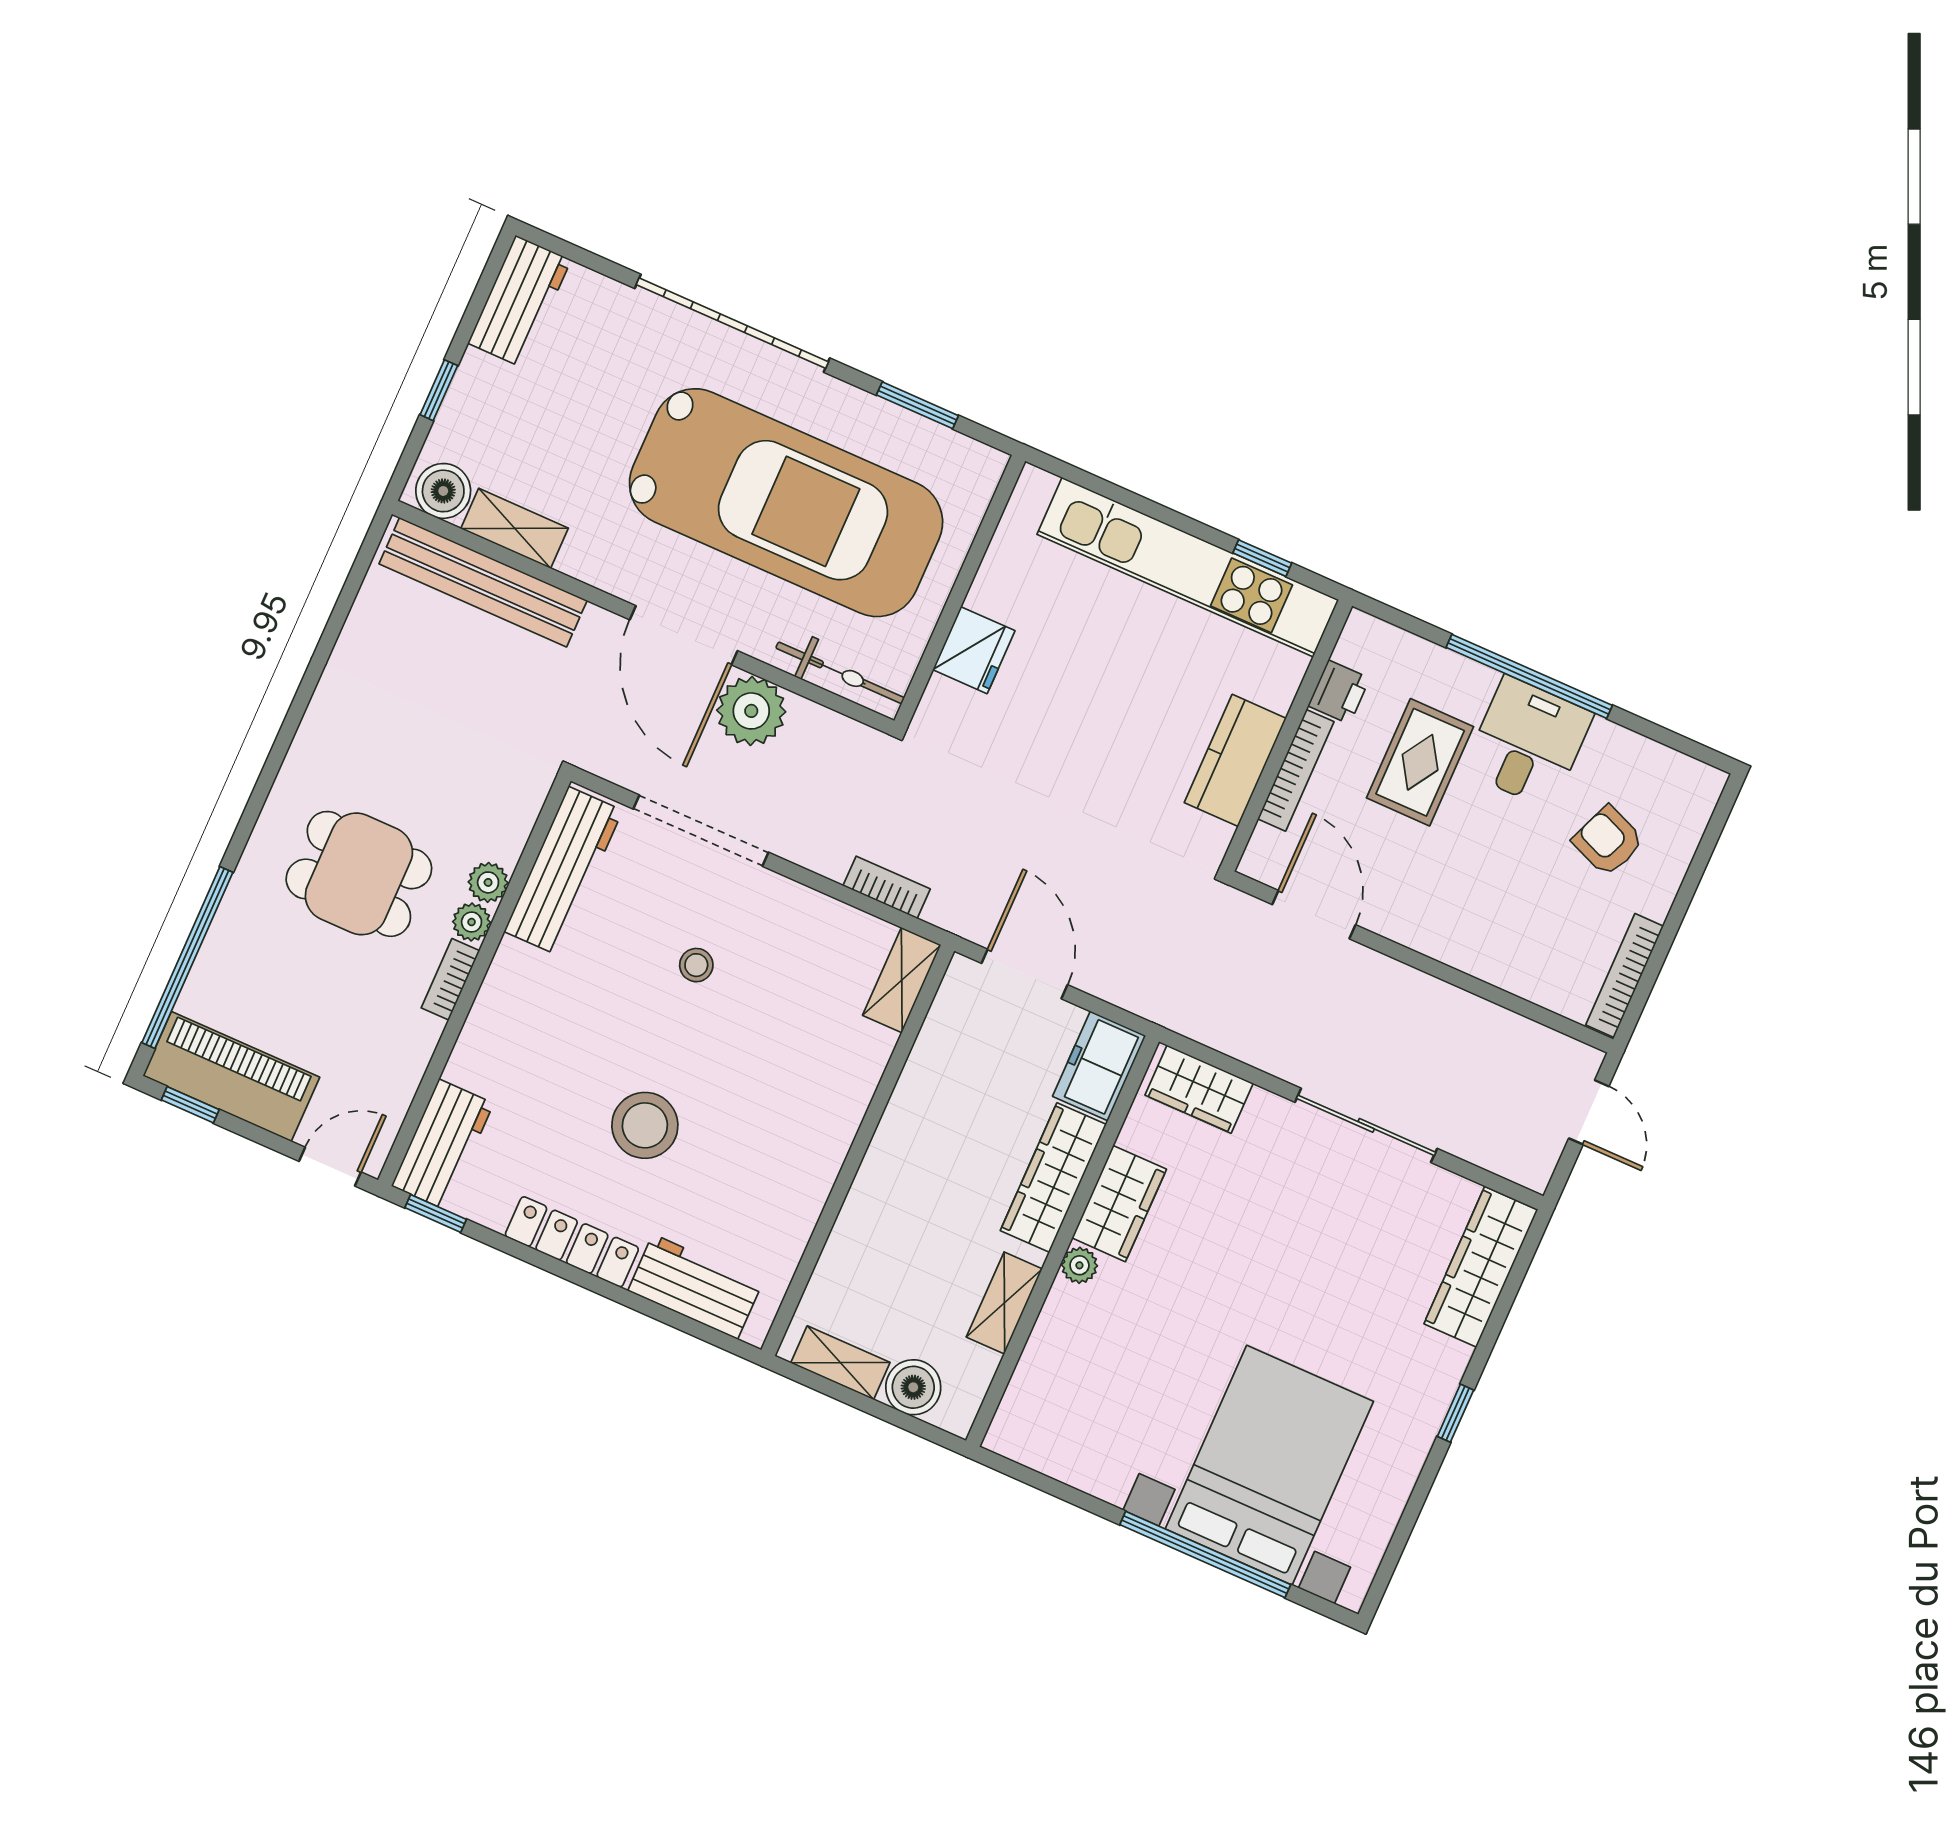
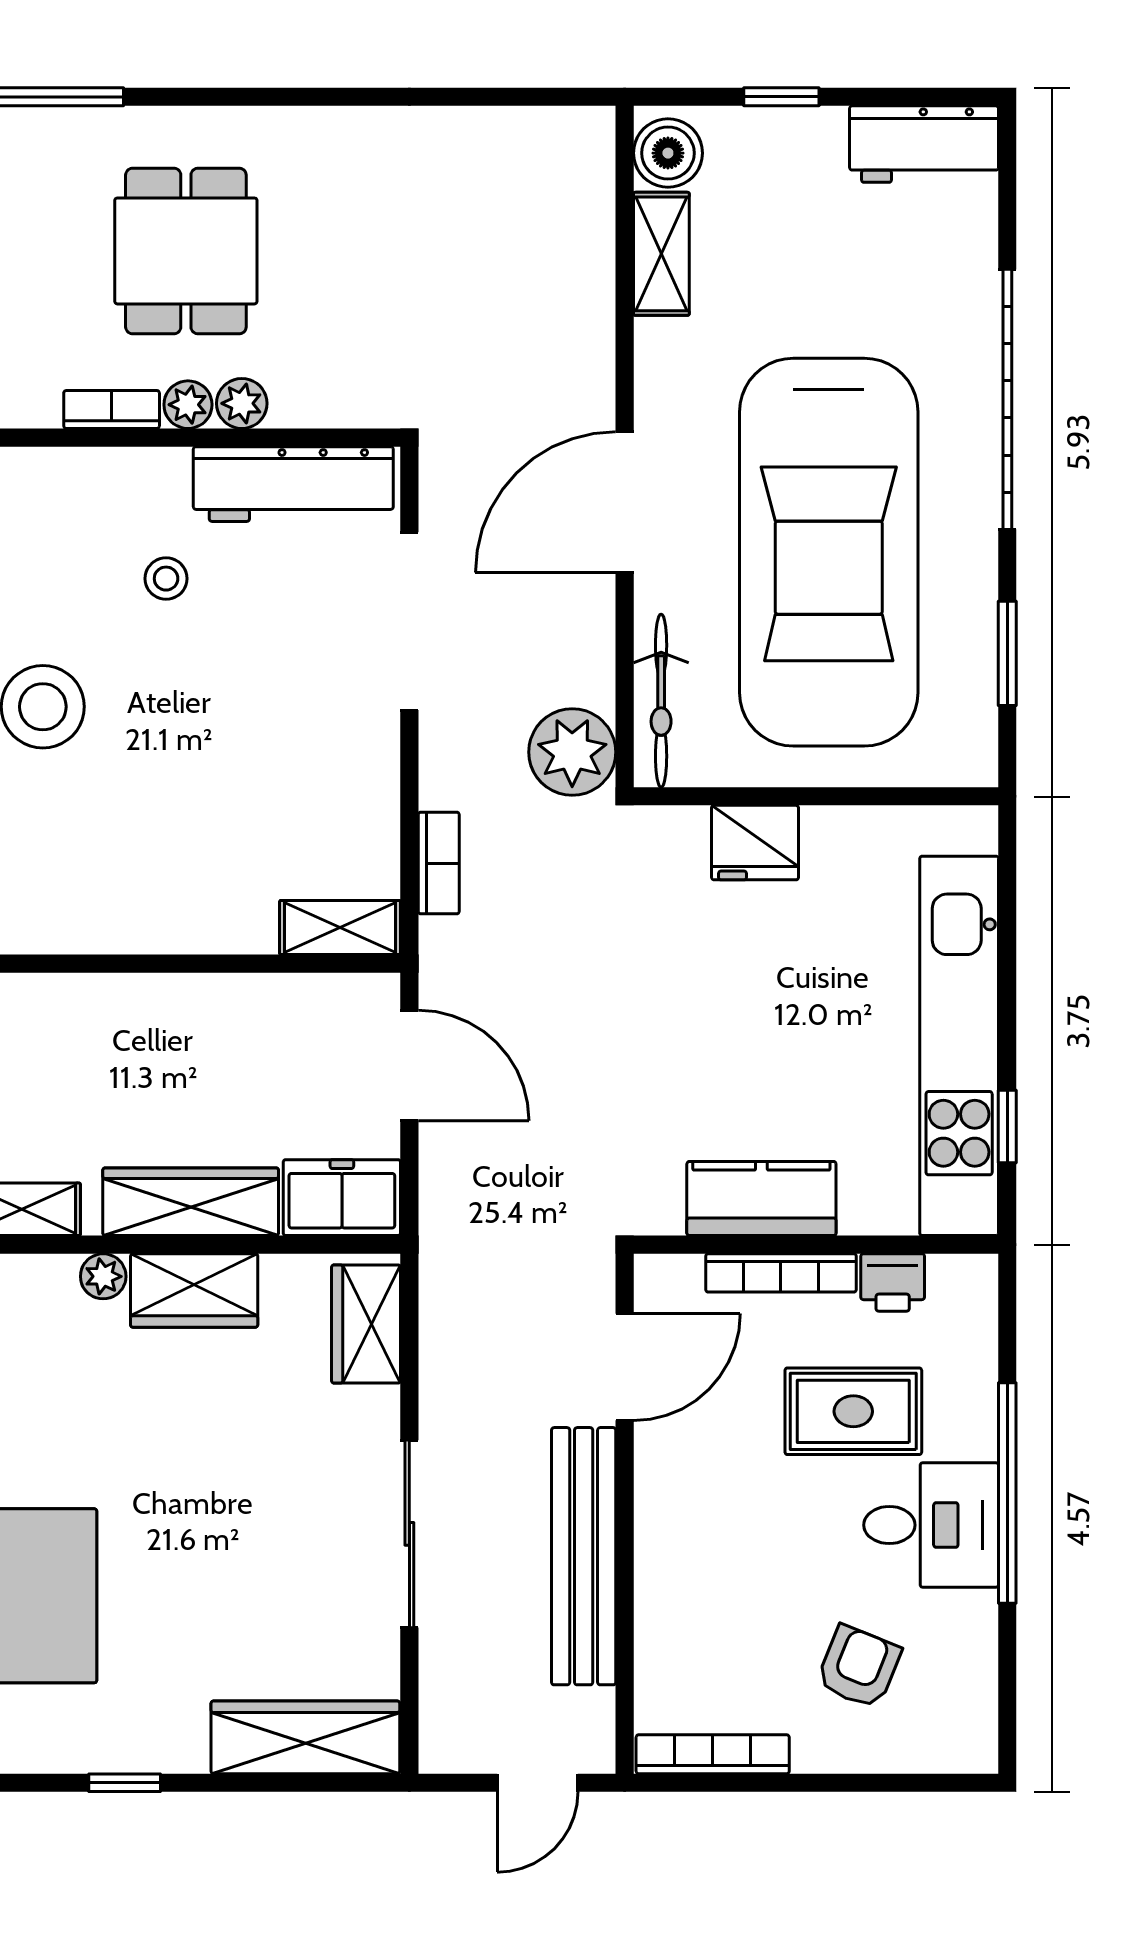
bench: (483, 582) -> (584, 1556), moved
plant: (751, 711) -> (572, 752), moved
stool: (696, 965) -> (166, 579), moved
door: (1025, 974) -> (409, 1065), hinge flipped

